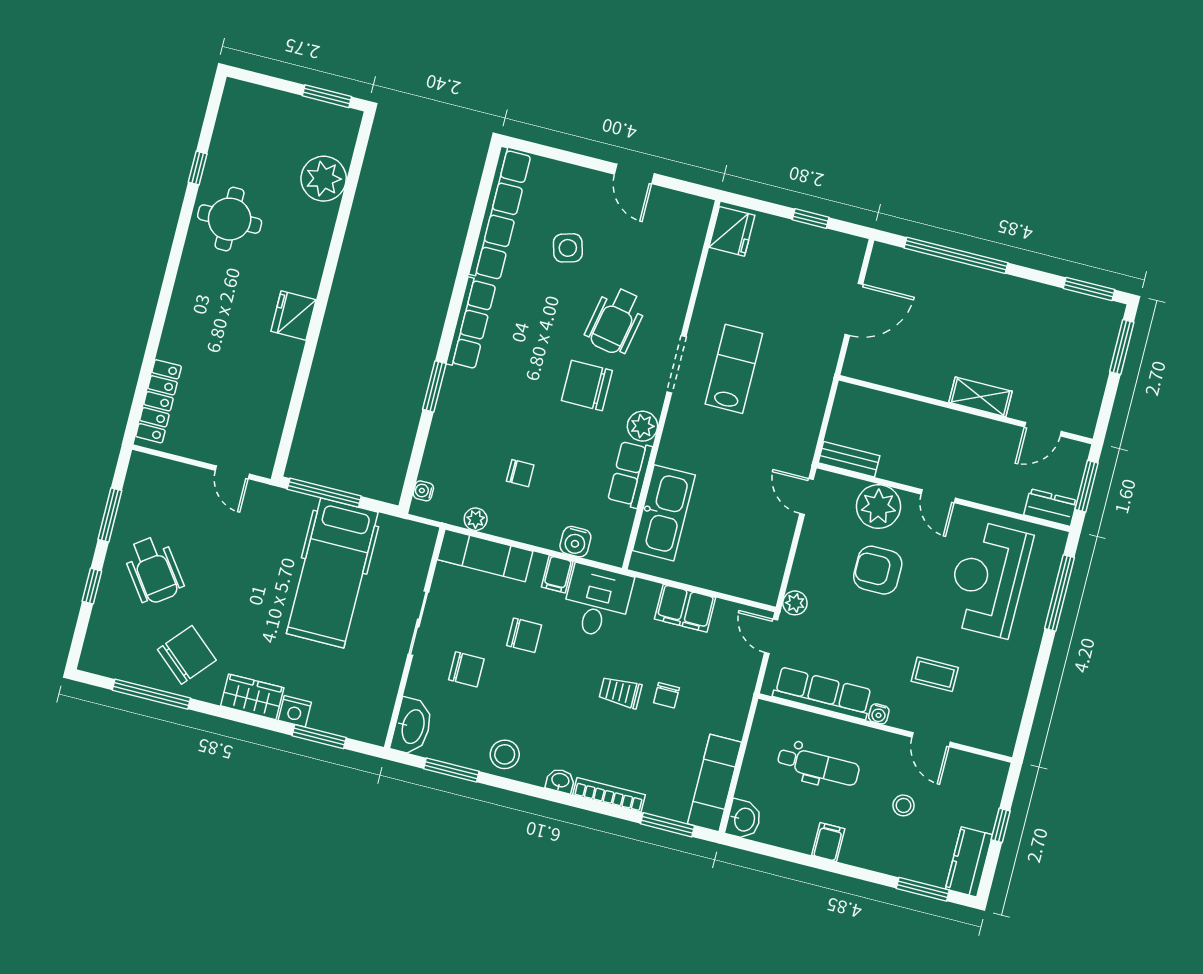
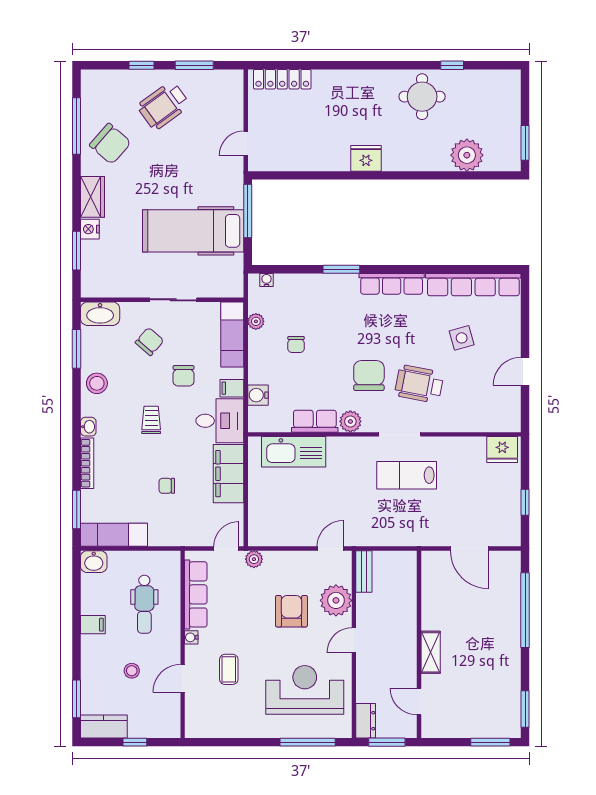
lab bench: (734, 369) -> (407, 475), turned 180
filing cabinet: (685, 608) -> (229, 474), width x1.50, depth x1.17
chair: (466, 669) -> (149, 341), turned -139
trolley: (620, 692) -> (151, 420), moved

